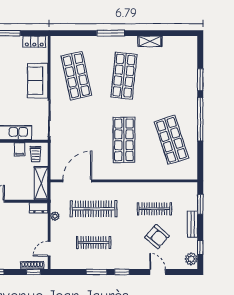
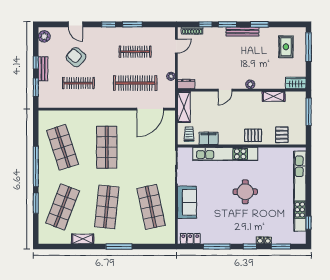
shop shelf: (172, 76) -> (63, 207), added
filing cabinet: (20, 149) -> (209, 138), width x2.00
window: (200, 248) -> (36, 63), moved
window: (34, 272) -> (206, 24), moved

